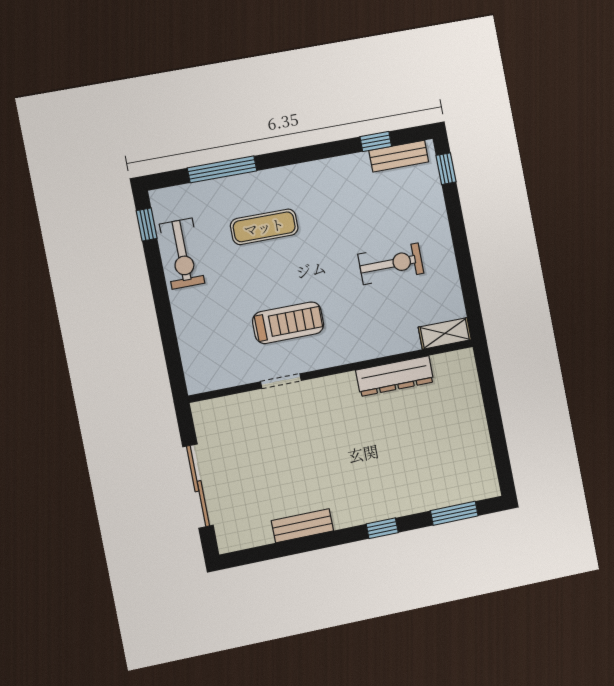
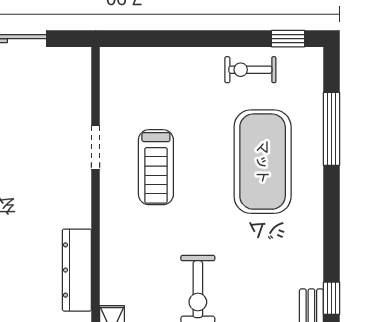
exercise mat: (264, 227) -> (263, 162), width x2.00, depth x1.45
exercise bike: (182, 254) -> (250, 70), width x0.73, depth x0.72

